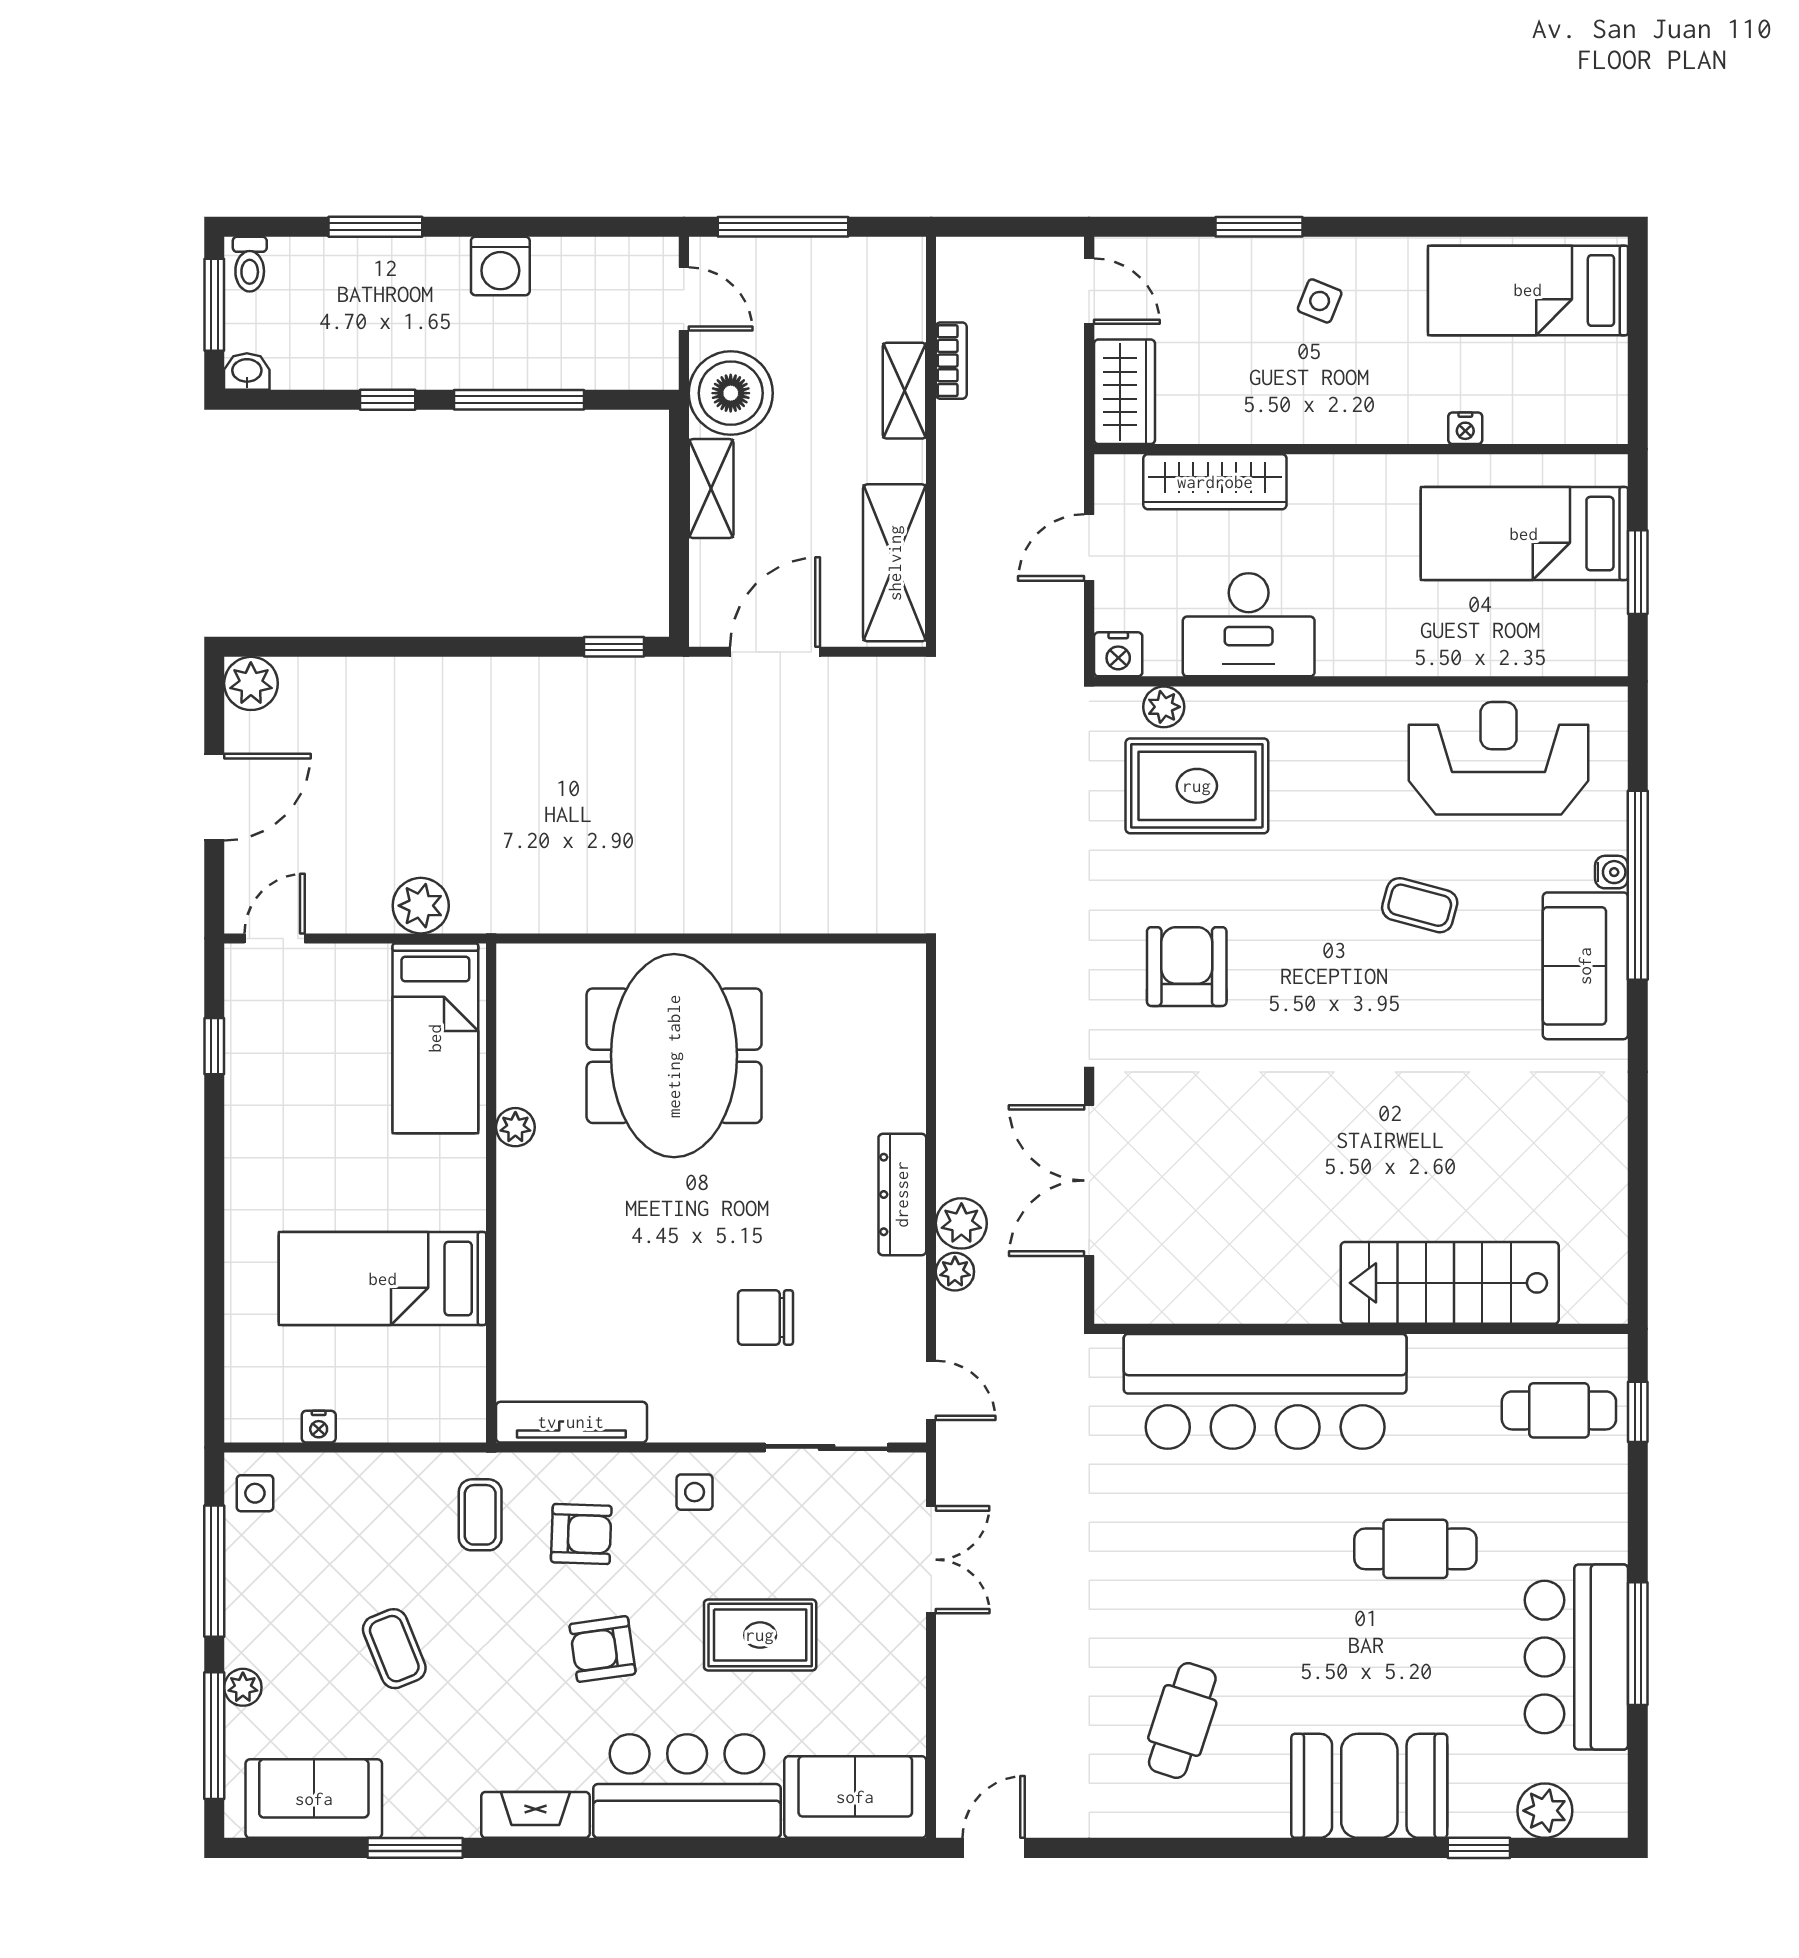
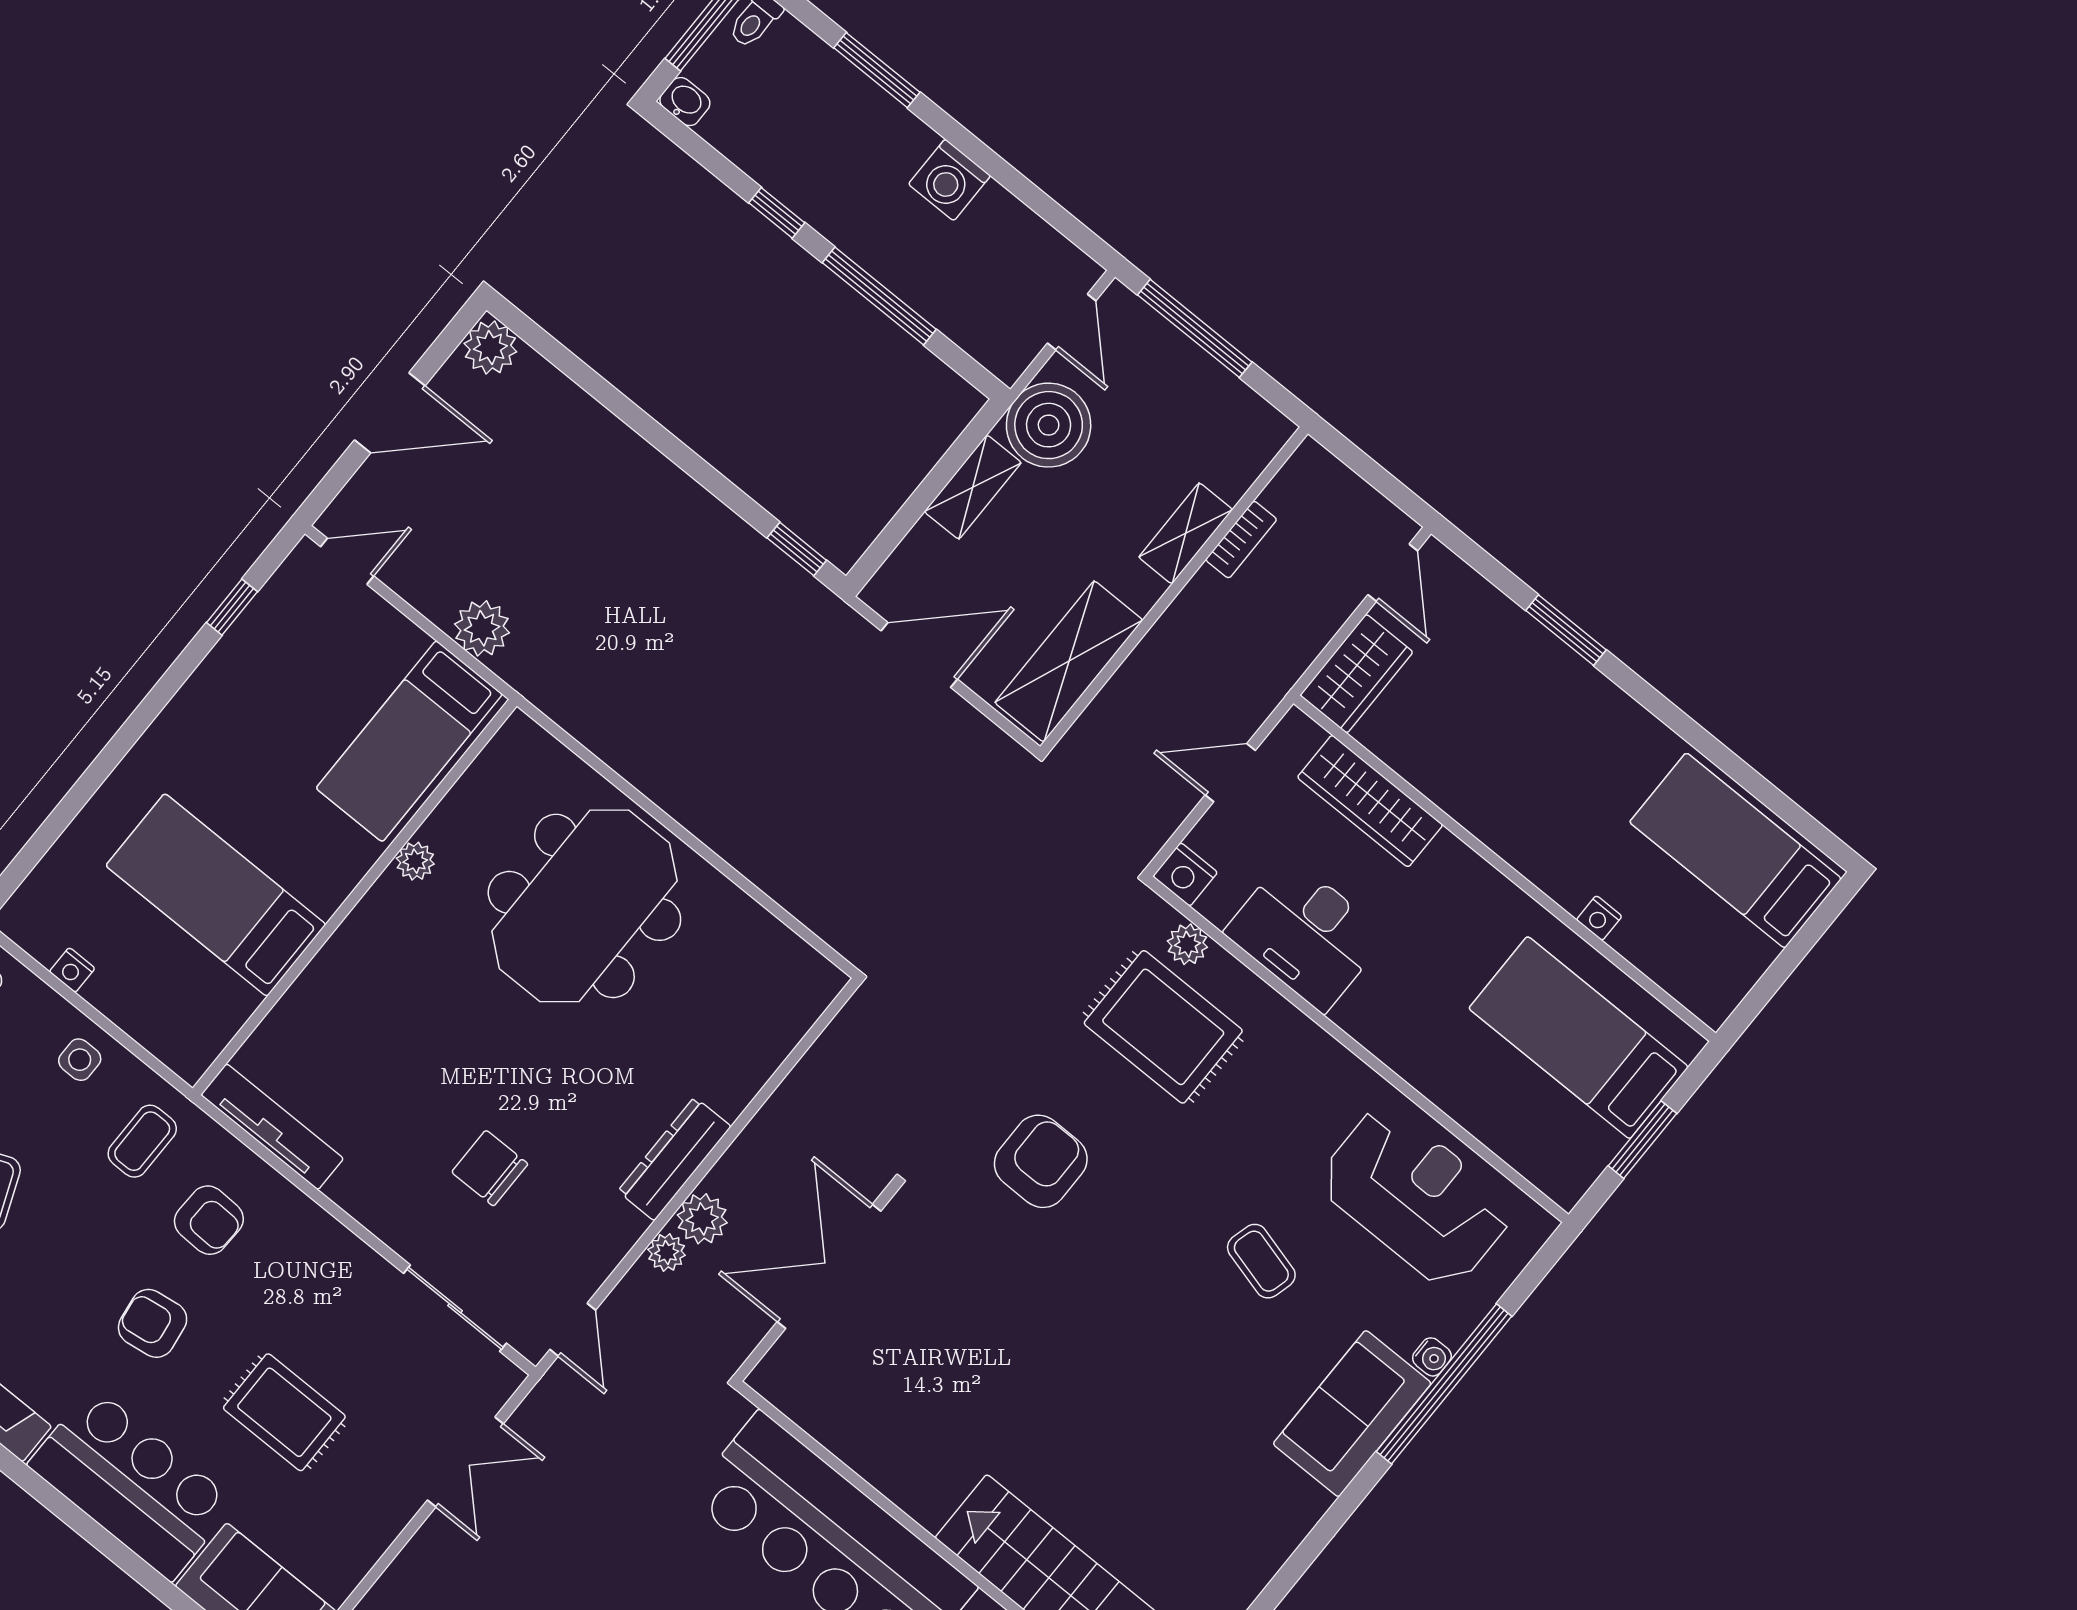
side table: (1320, 301) -> (1566, 726), removed
side table: (695, 1492) -> (80, 1060), moved

